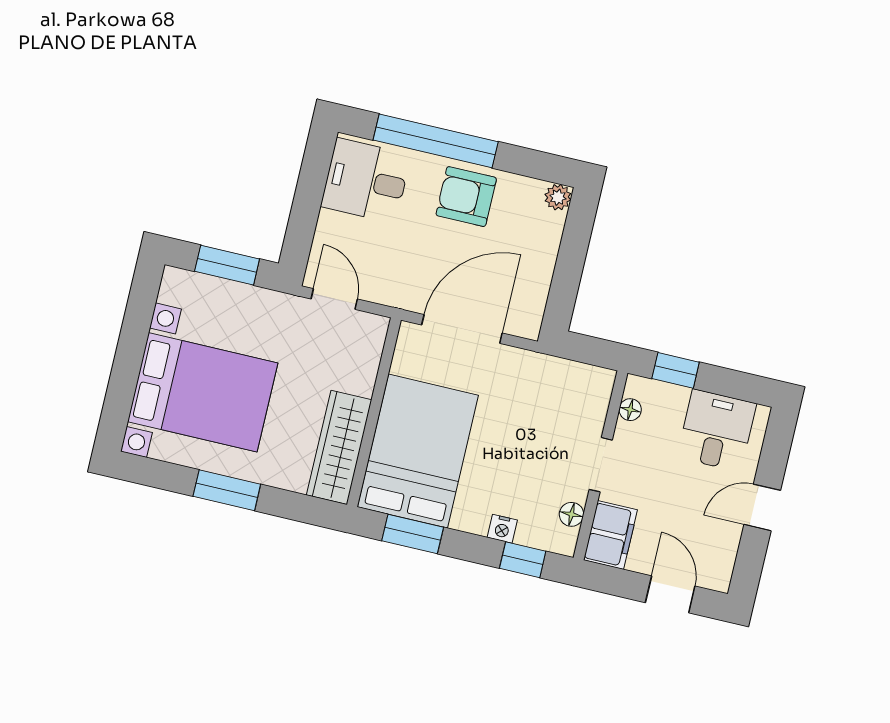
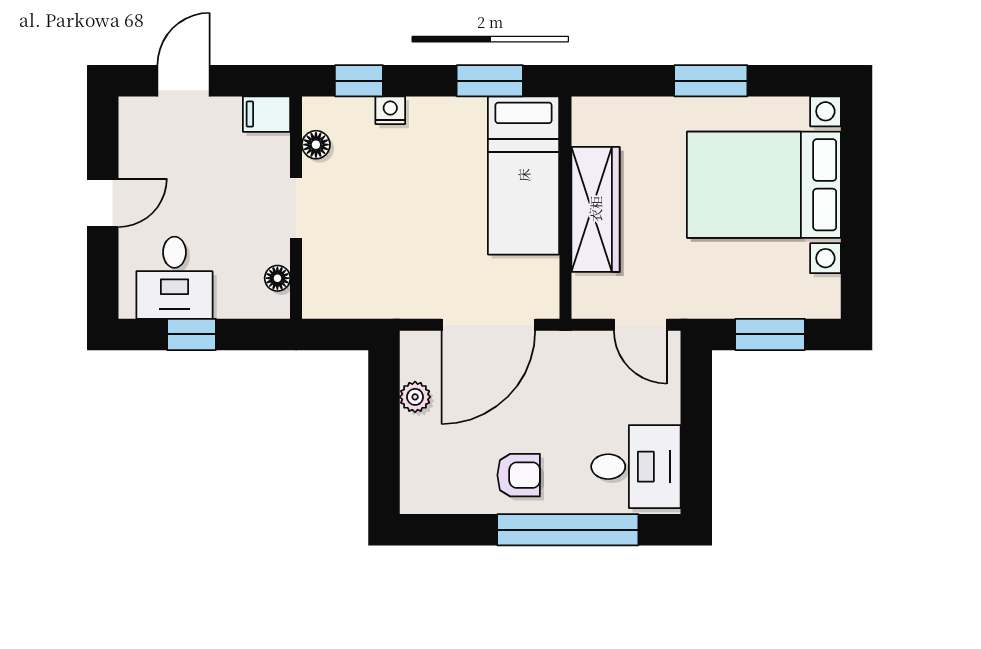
armchair: (466, 197) -> (519, 475), width x0.72, depth x0.72
plant: (558, 197) -> (415, 397), moved
window: (676, 370) -> (191, 334), moved
wardrobe: (339, 447) -> (596, 209), moved
bed: (418, 451) -> (524, 175), width x0.67
filing cabinet: (611, 535) -> (267, 114), width x0.50
door: (670, 594) -> (184, 81), swing flipped

